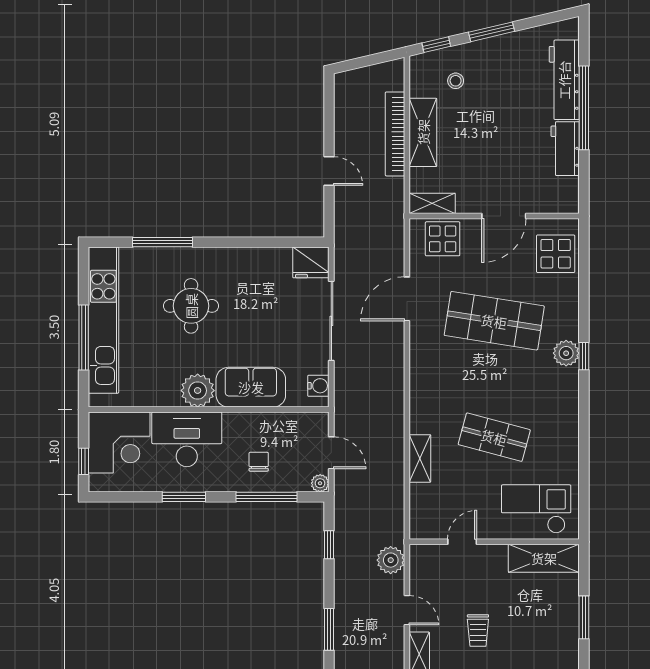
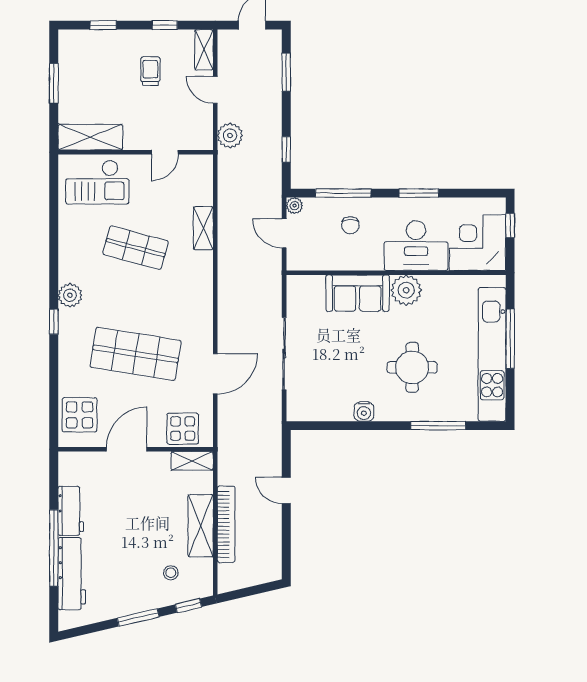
fridge: (311, 262) -> (303, 407), removed
plant: (566, 353) -> (70, 295), moved
water cooler: (318, 386) -> (364, 412), moved, turned -90

